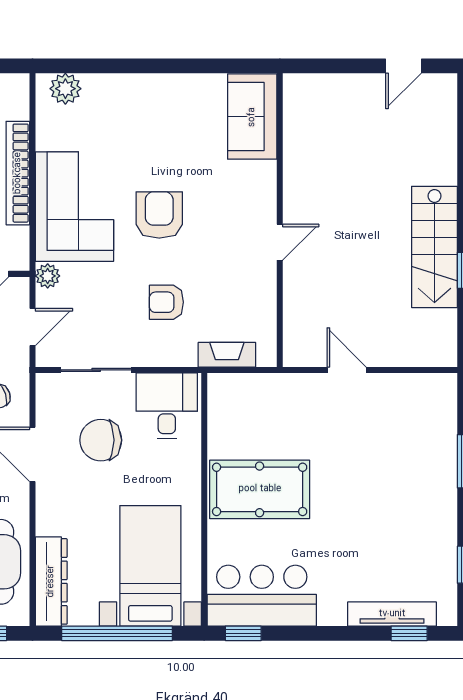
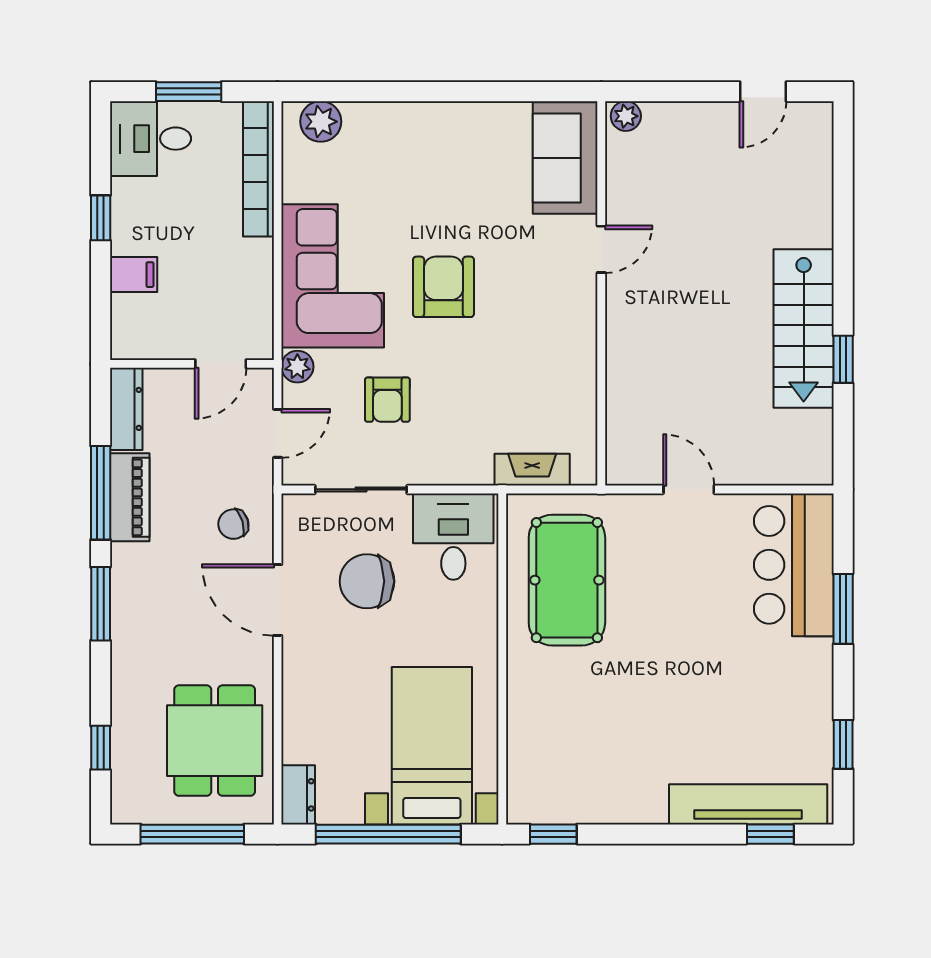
plant: (299, 85) -> (626, 116), added
bookcase: (18, 173) -> (258, 169), moved
door: (280, 242) -> (601, 249), moved
armchair: (166, 302) -> (387, 400), moved, turned -90
pool table: (260, 489) -> (567, 580), moved, turned 90
dresser: (51, 581) -> (298, 795), width x0.51, depth x0.80
bar counter: (262, 596) -> (794, 565), moved, turned -90
tv unit: (392, 614) -> (748, 804), width x1.36, depth x1.29

